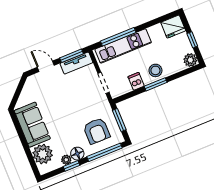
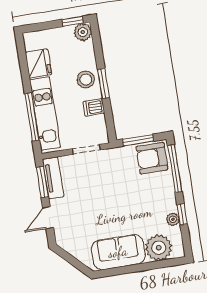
fridge: (173, 27) -> (38, 63), moved
window: (192, 40) -> (73, 21), moved
armchair: (97, 131) -> (152, 158), moved, turned 180
floor lamp: (77, 154) -> (168, 203), removed

